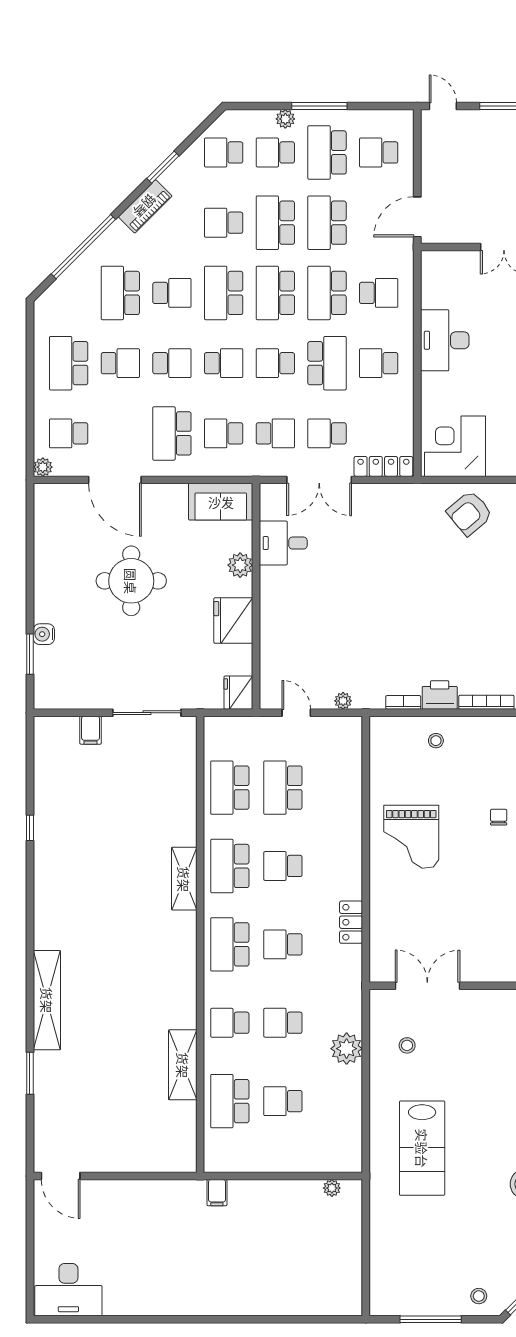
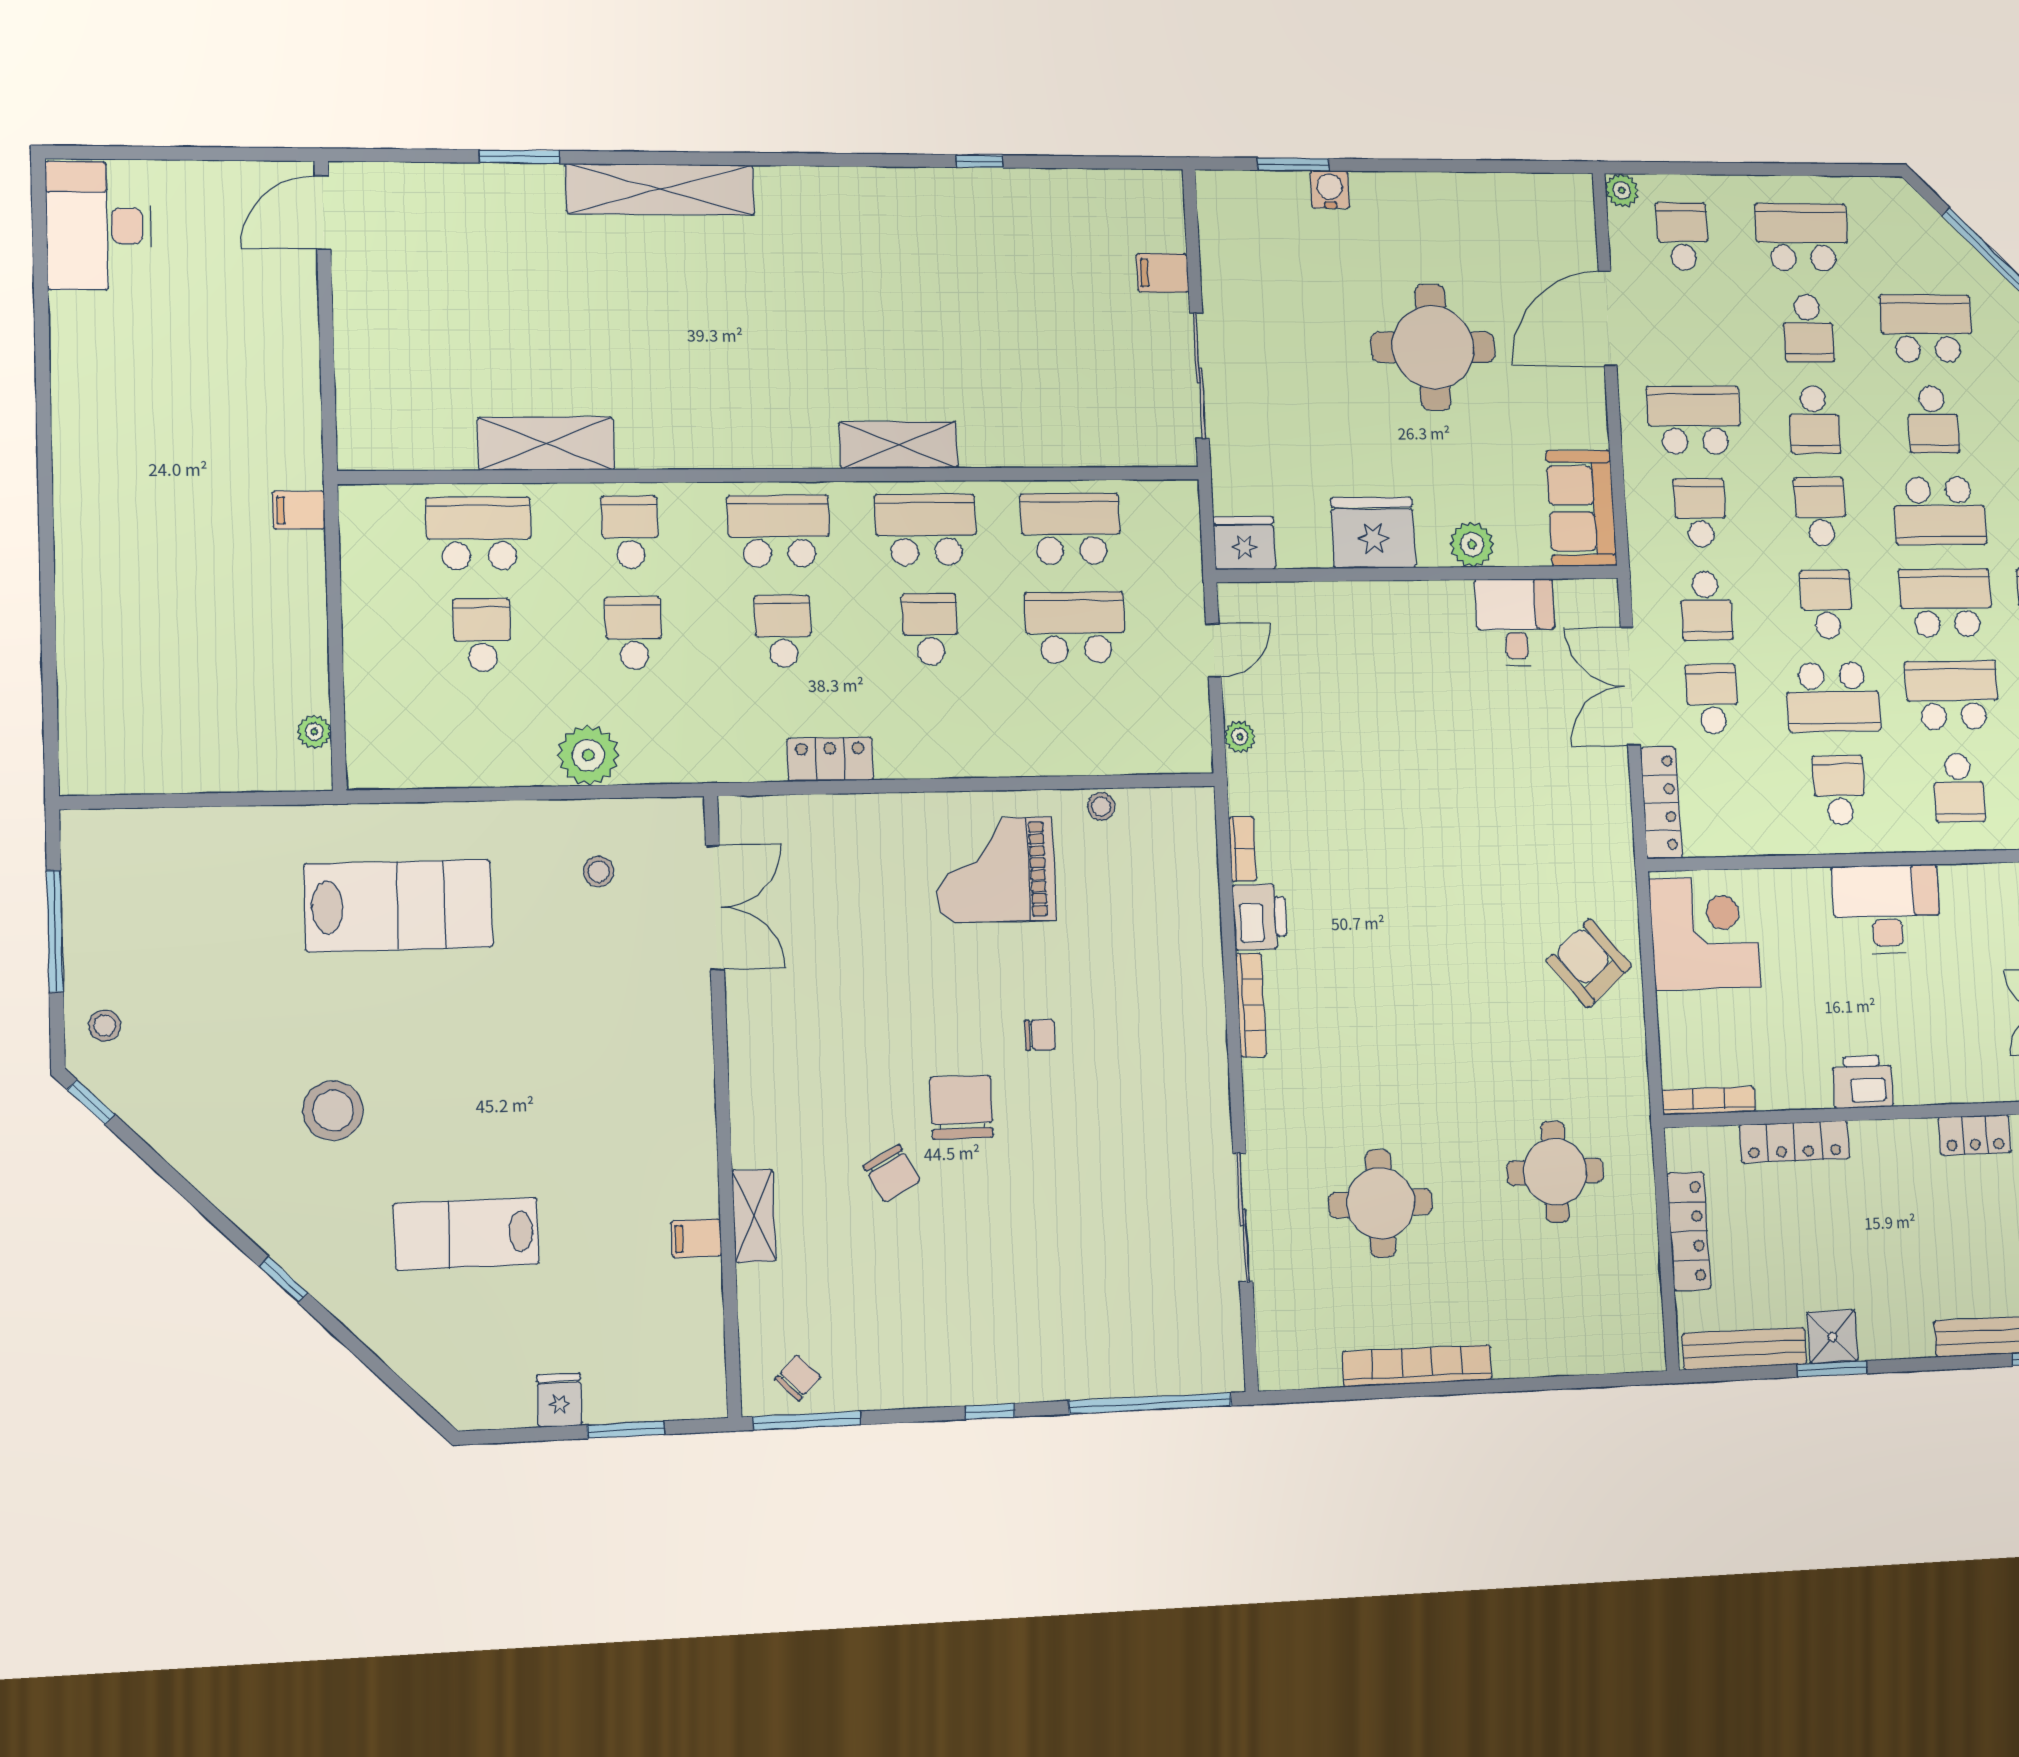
school desk: (224, 293) -> (1939, 511), turned 180
school desk: (224, 363) -> (1820, 512), turned 180
stool: (436, 741) -> (1101, 807), moved
lab bench: (422, 1148) -> (398, 906), turned 180

